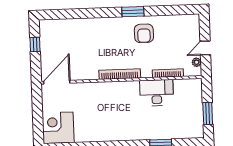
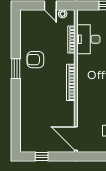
armchair: (144, 33) -> (35, 60), turned 180
desk: (157, 93) -> (88, 39), moved

